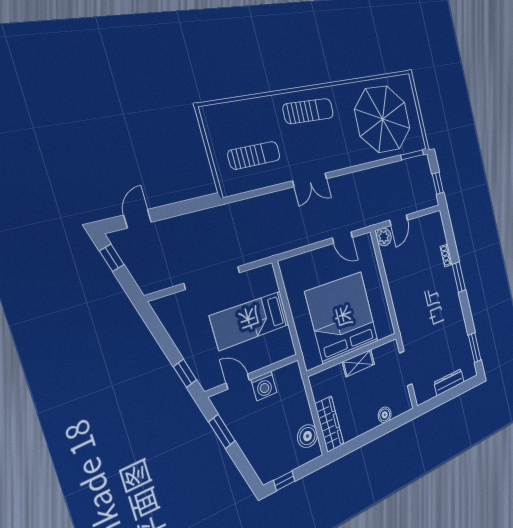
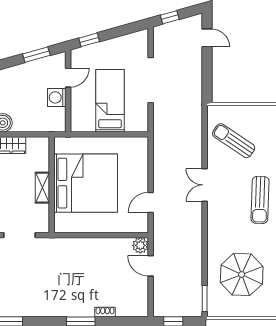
parasol: (383, 119) -> (242, 274), width x0.73, depth x0.73
sun lounger: (254, 155) -> (234, 141), turned 124
window: (112, 258) -> (170, 17), moved

